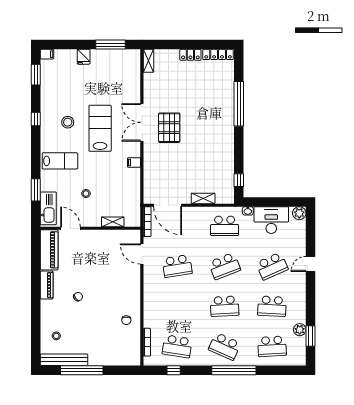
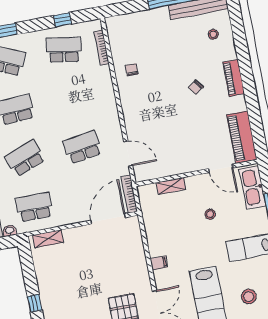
window: (239, 180) -> (35, 303), moved
shelving: (203, 198) -> (48, 239), moved
door: (168, 205) -> (108, 219), hinge flipped
piano: (47, 285) -> (234, 78), moved

